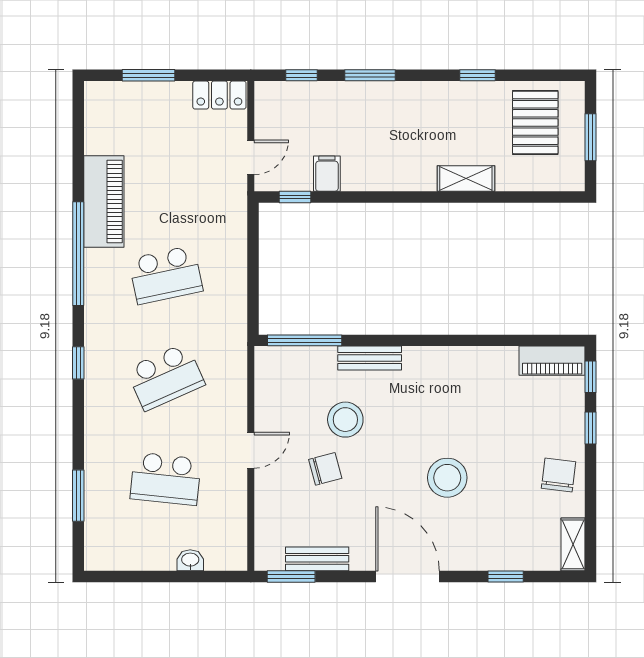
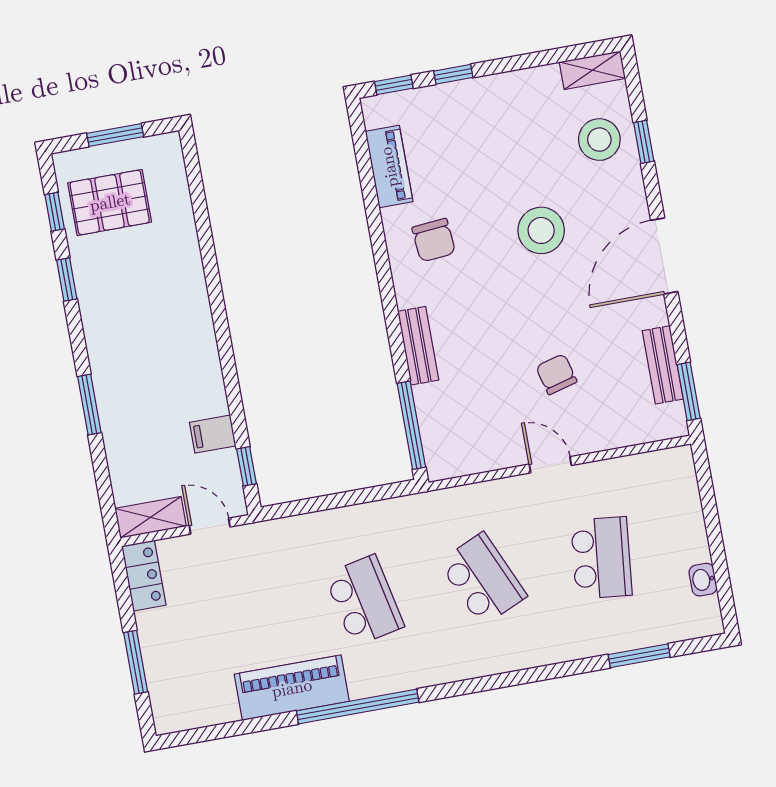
window: (301, 75) -> (55, 212), moved
shelving: (466, 179) -> (151, 517), moved, turned 90
piano: (552, 361) -> (389, 167), moved
window: (78, 363) -> (485, 684), removed
stool: (345, 420) -> (599, 140), moved
chair: (559, 475) -> (434, 240), moved, turned -102
washbasin: (190, 560) -> (703, 580), moved

